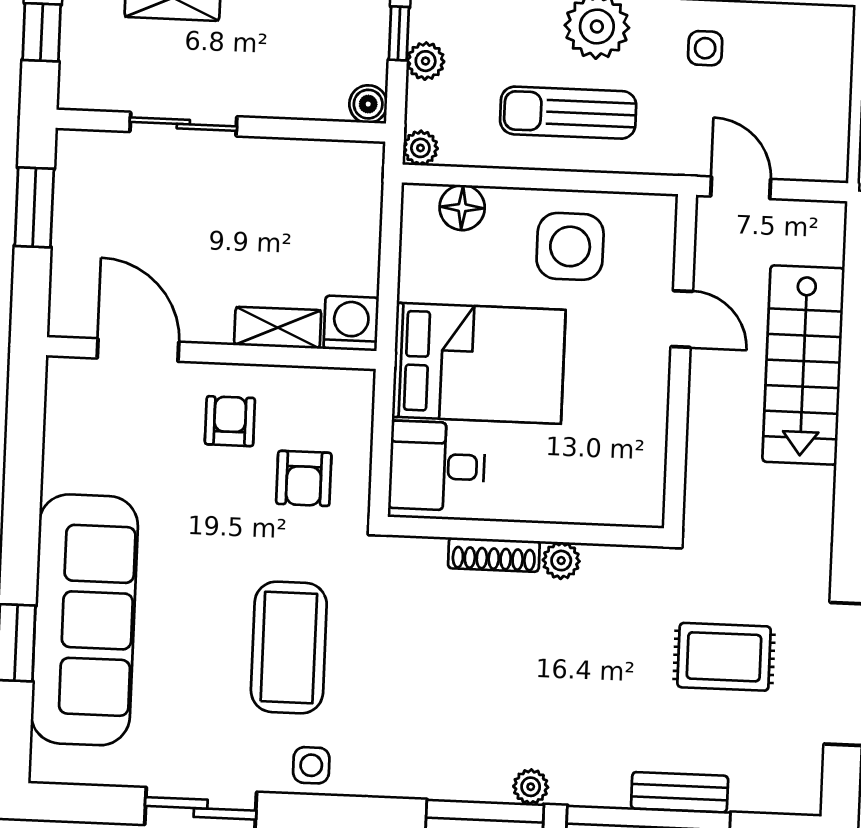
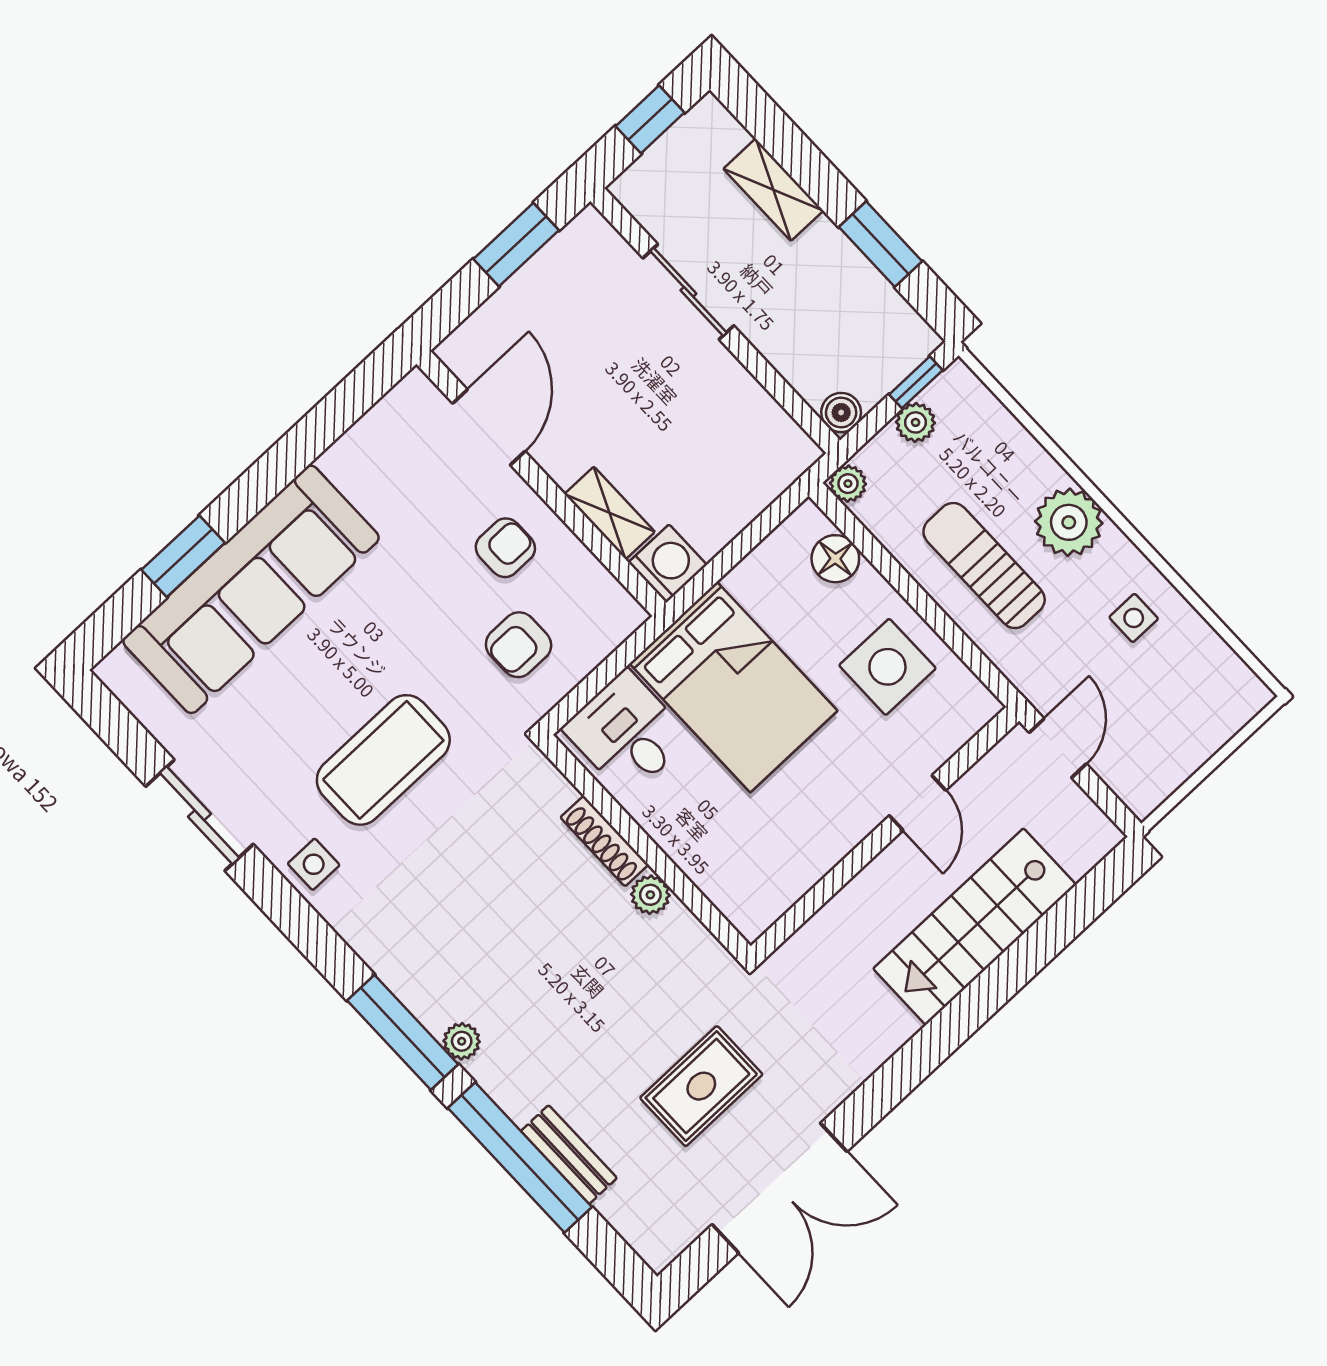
rug: (724, 657) -> (701, 1086), turned 90

